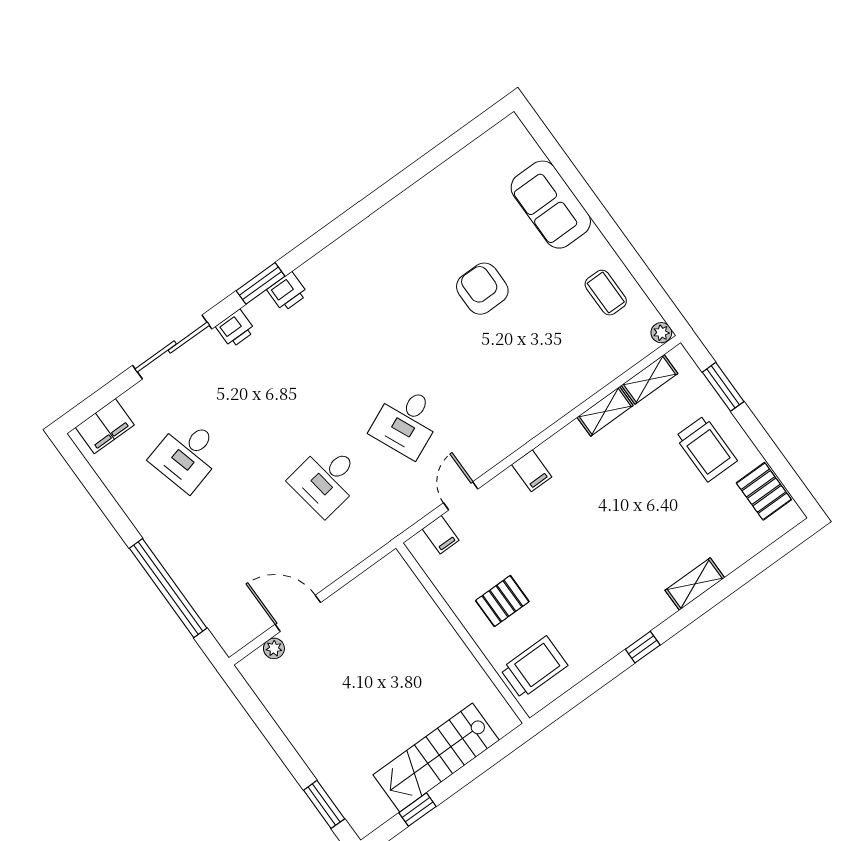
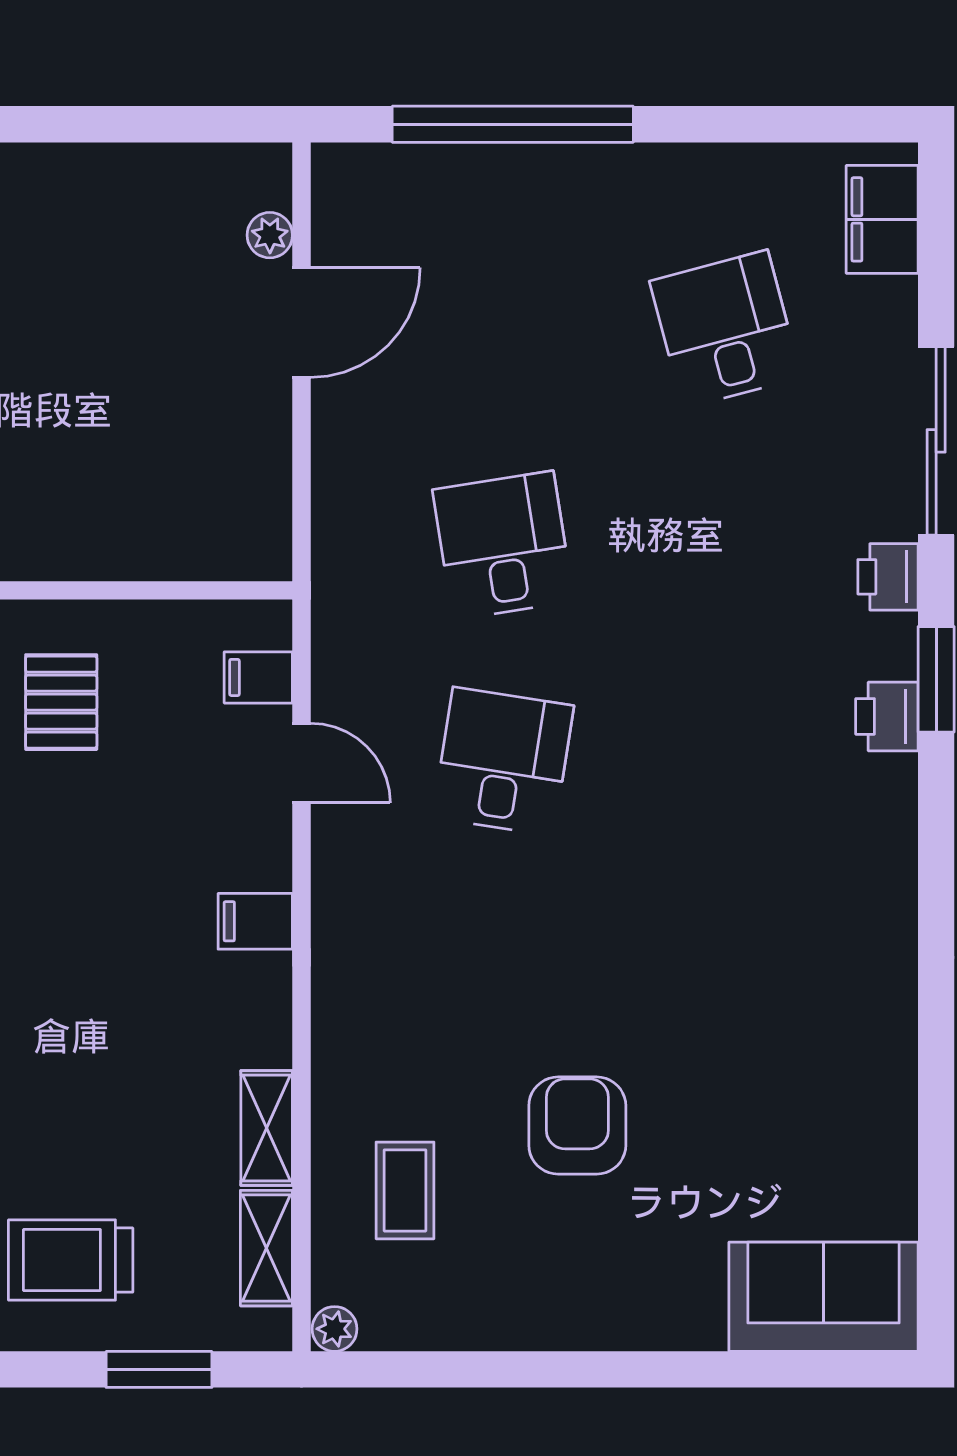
sofa: (551, 205) -> (823, 1297), moved
armchair: (482, 289) -> (577, 1126), moved, turned -90
coffee table: (606, 293) -> (405, 1190), moved, turned 90
desk: (406, 422) -> (503, 761), turned 33

